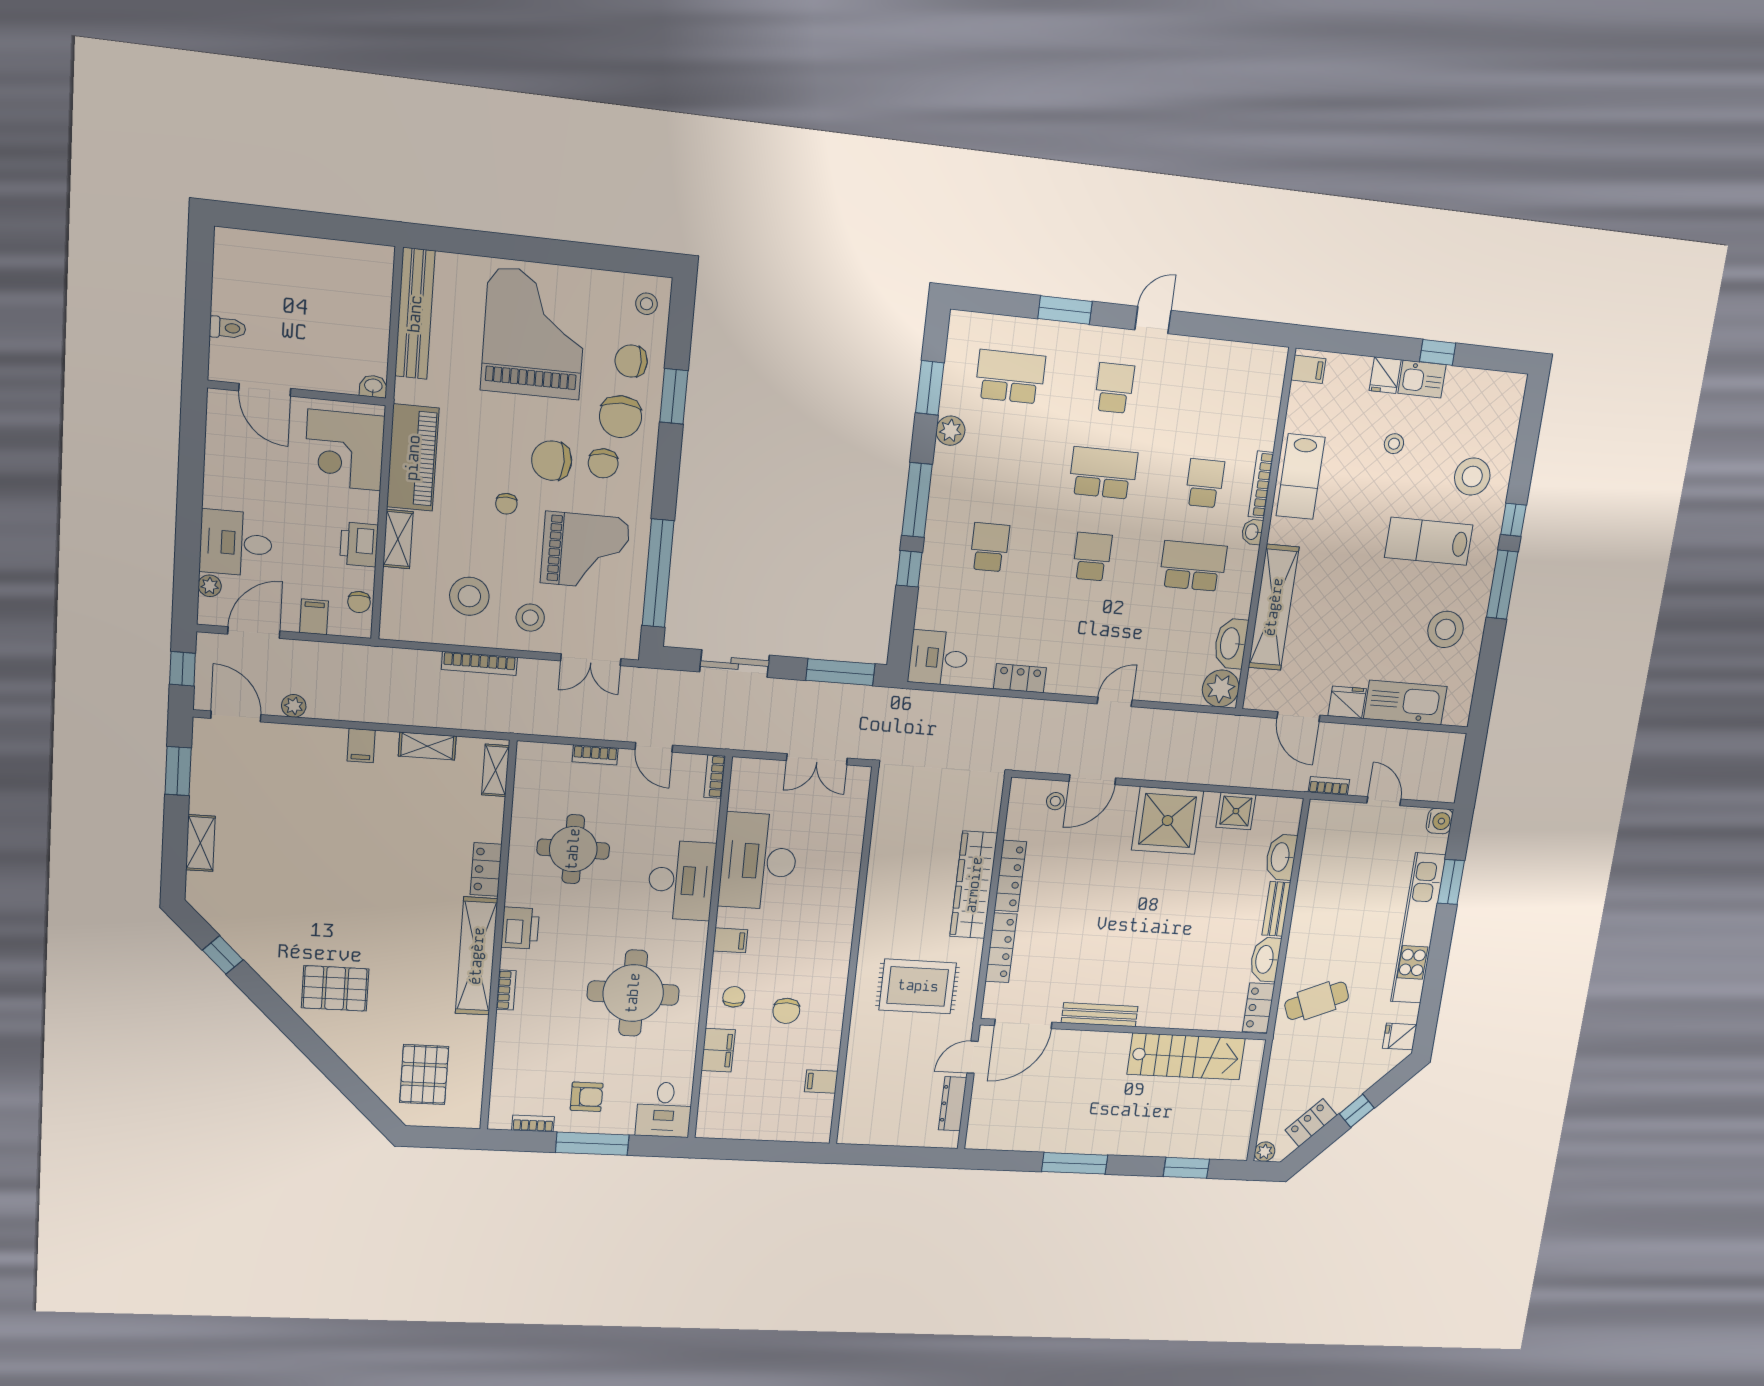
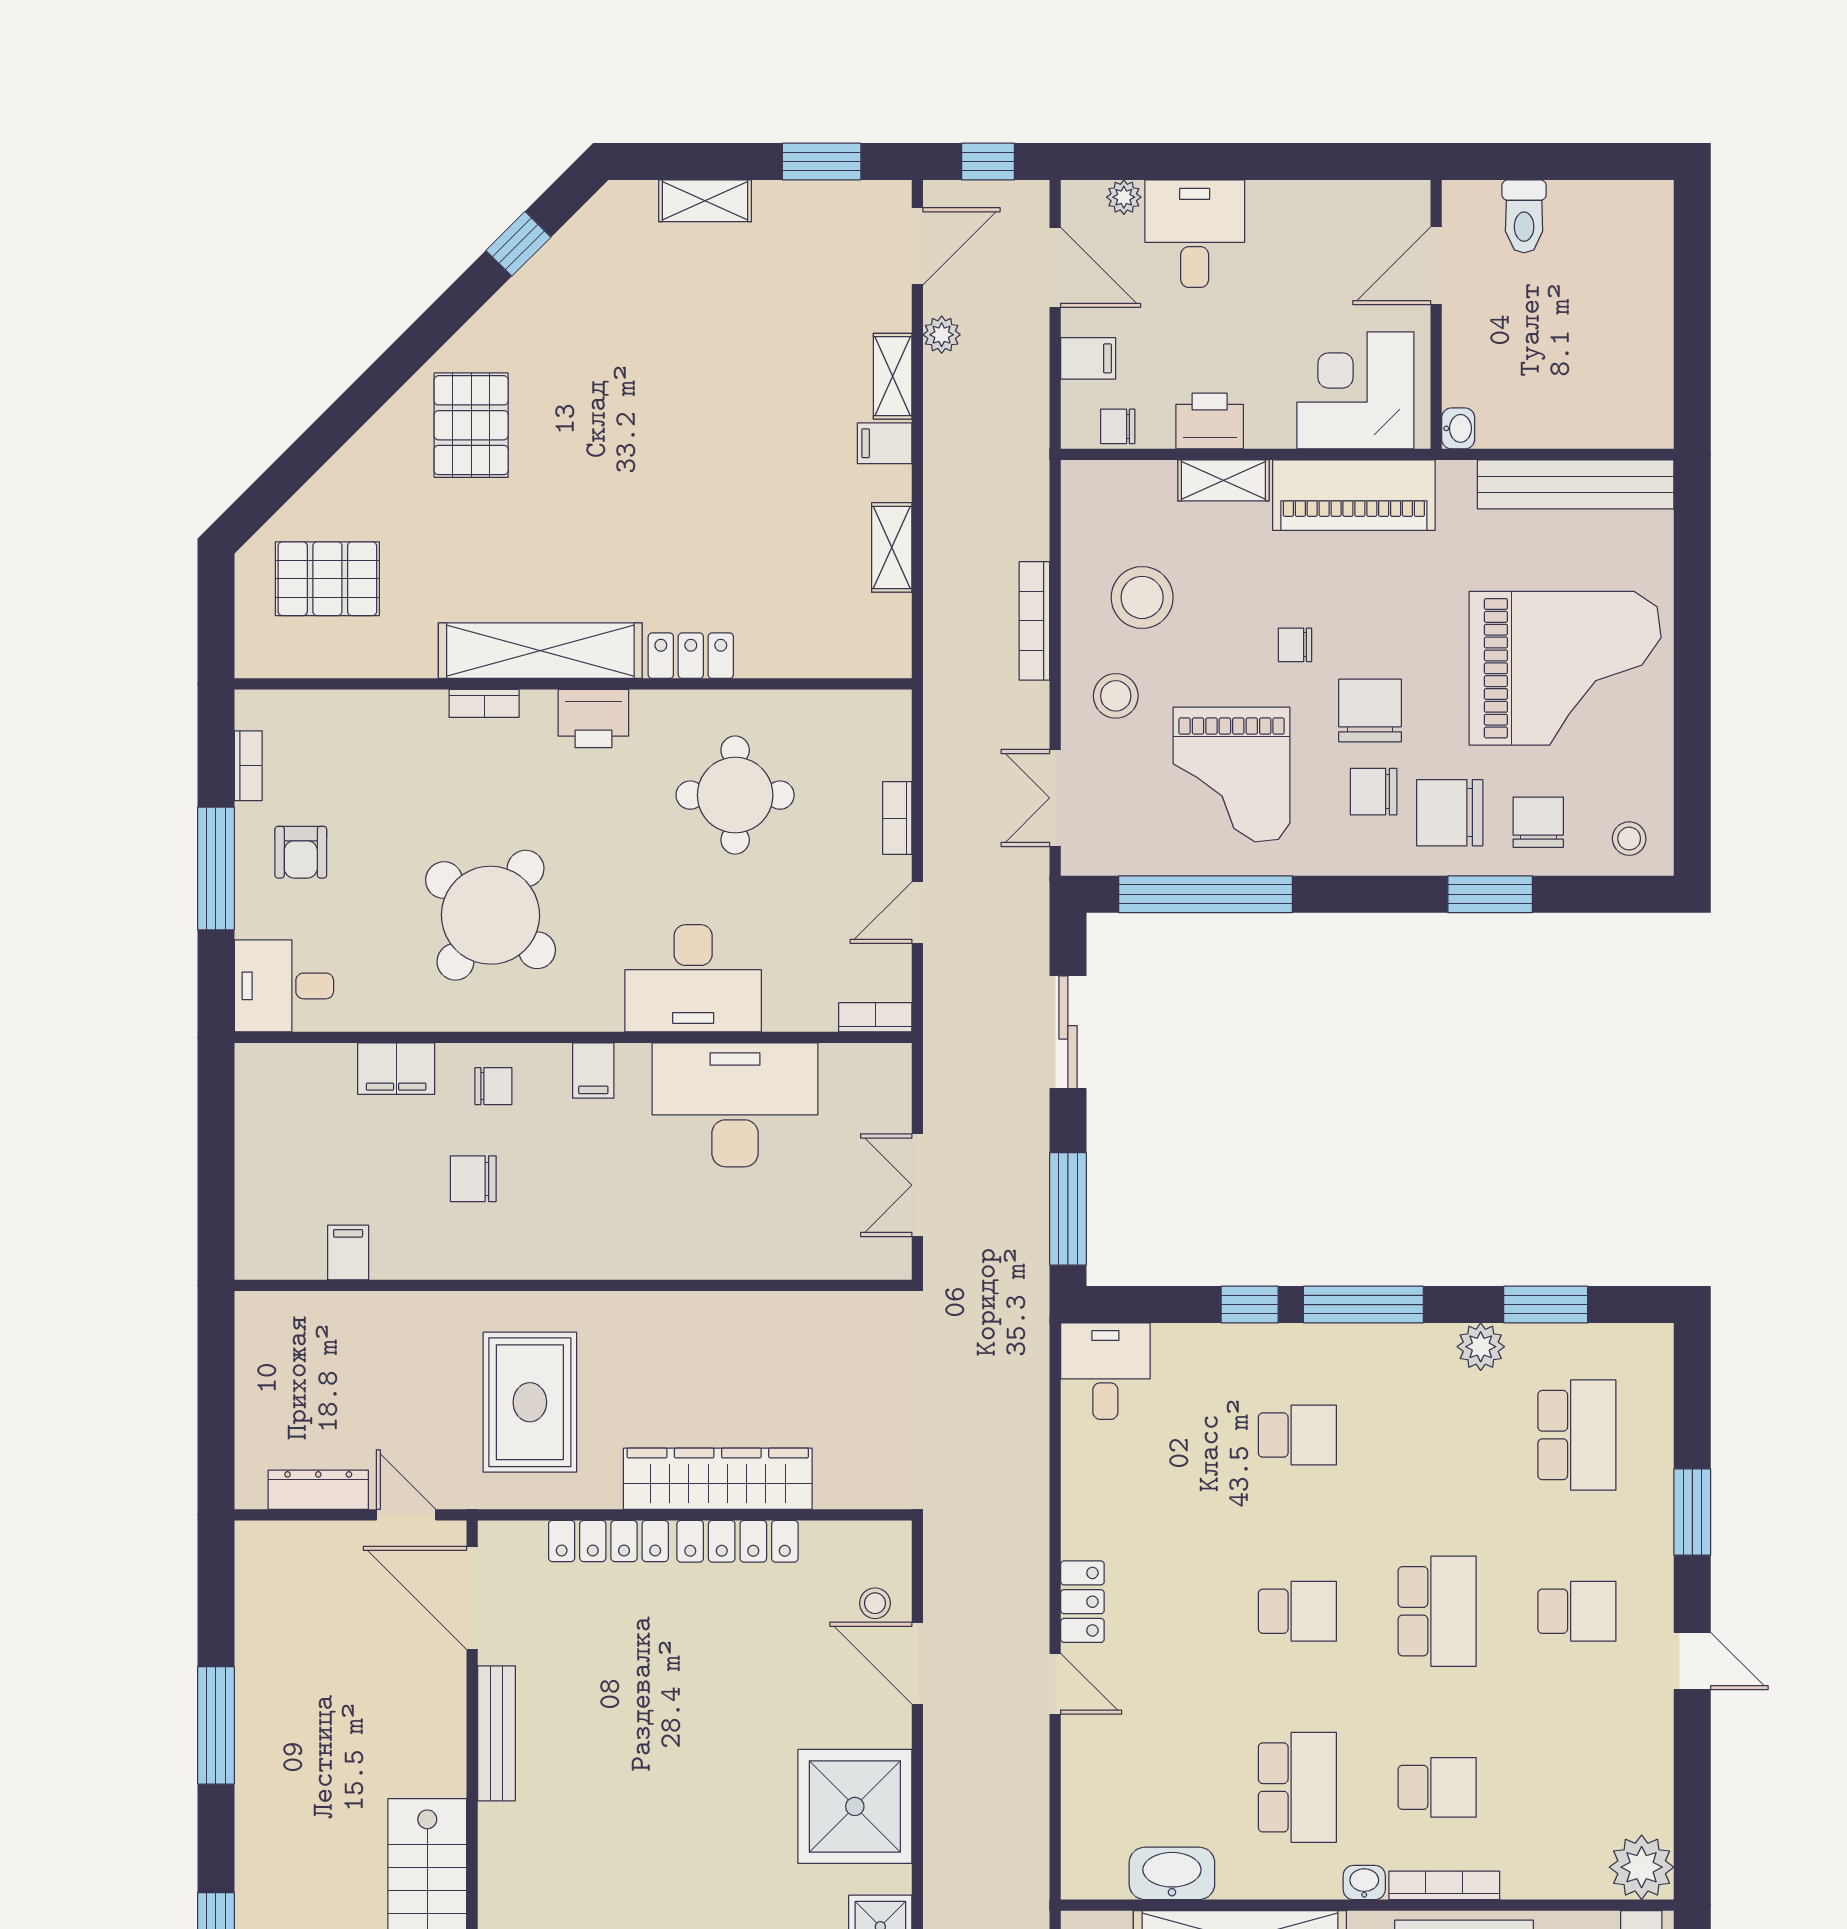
toilet: (227, 328) -> (1524, 216), width x1.37, depth x1.39
locker: (1020, 678) -> (1082, 1602), moved
plant: (1221, 688) -> (1642, 1867), moved
shelving: (496, 770) -> (893, 376), moved, turned 90
round table: (633, 993) -> (491, 915), turned 37

